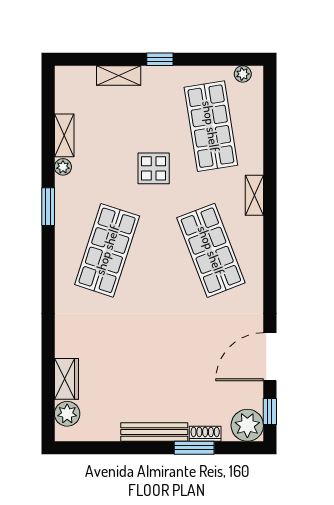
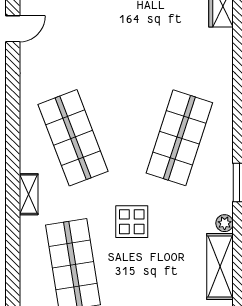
shelving: (64, 135) -> (220, 266), width x1.50, depth x1.33
door: (270, 357) -> (13, 29), width x0.53

